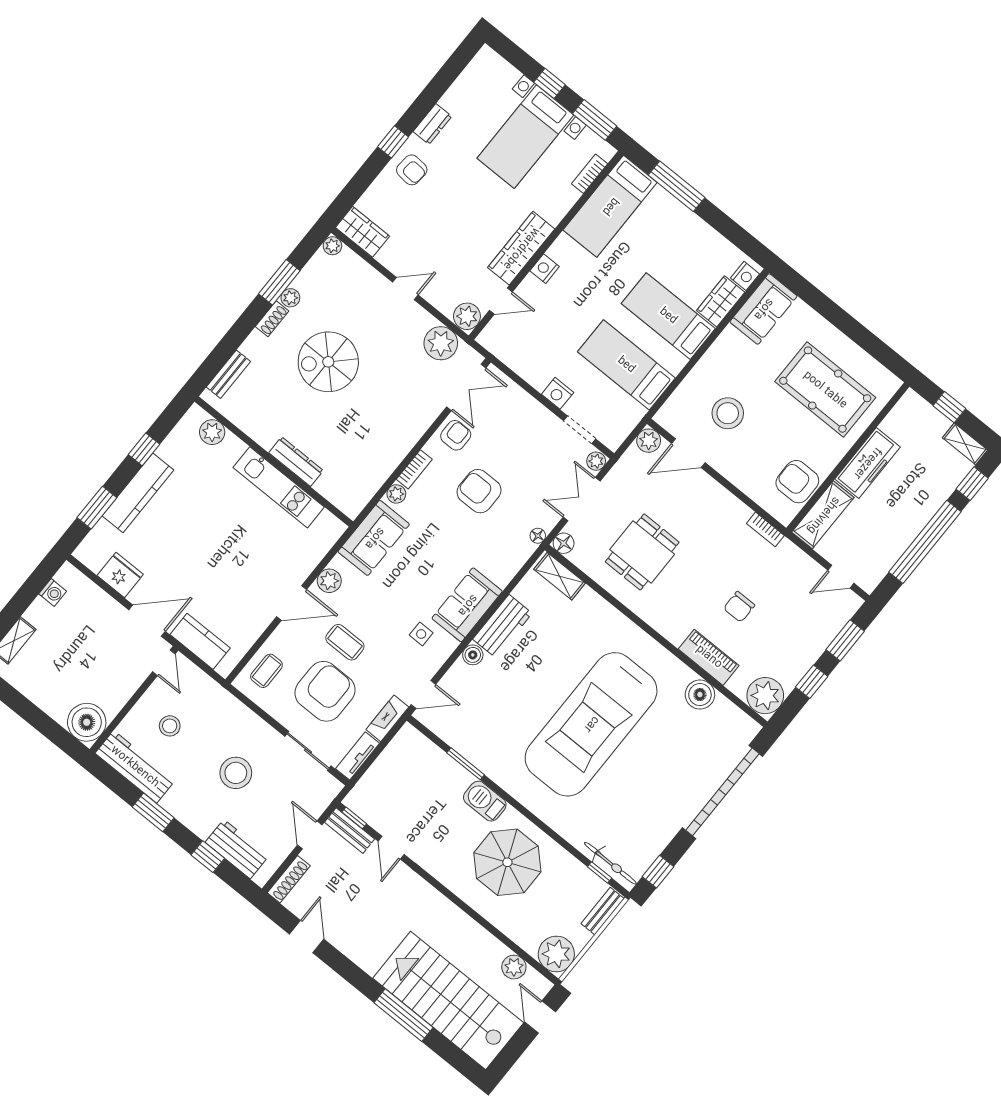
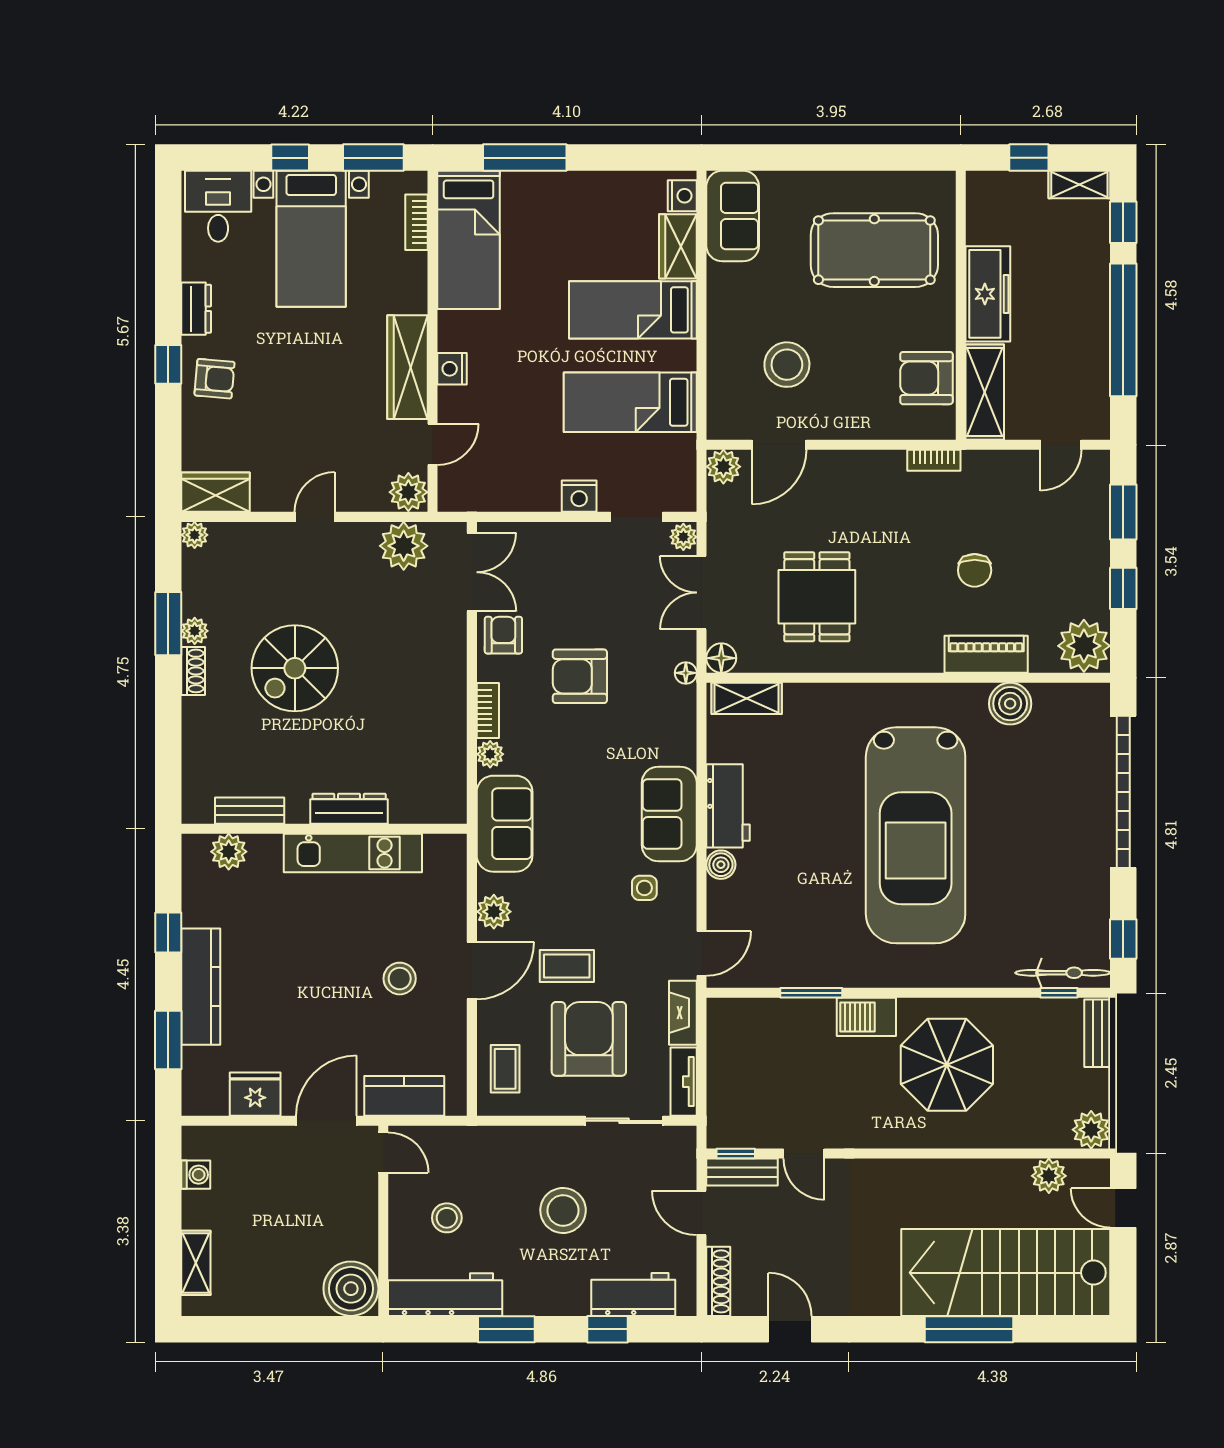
desk: (489, 78) -> (218, 206), added
bench: (228, 374) -> (250, 811), moved, turned 90
stool: (249, 576) -> (400, 979), added
plant: (556, 954) -> (1091, 1130), width x0.73, depth x0.73

